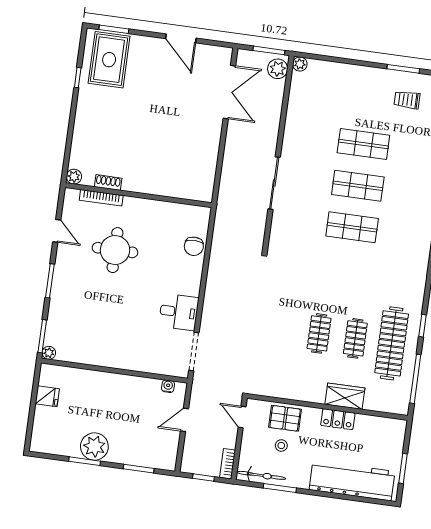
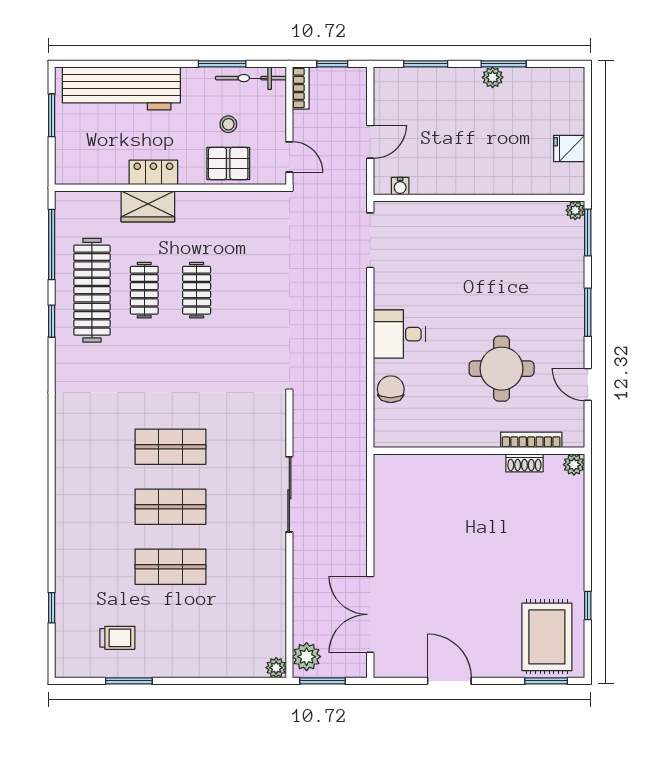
desk: (179, 312) -> (399, 334), moved
plant: (94, 447) -> (493, 77), width x0.53, depth x0.53

